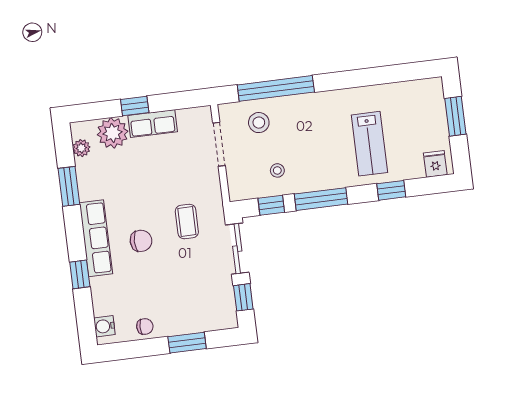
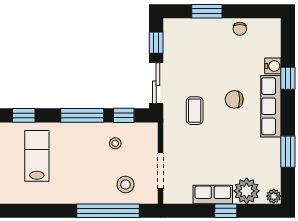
plant: (81, 148) -> (274, 196), moved
water cooler: (104, 326) -> (273, 66), moved
chair: (145, 327) -> (240, 29), turned -90

